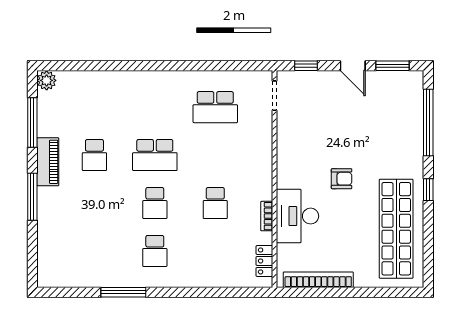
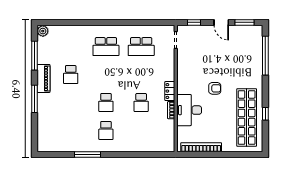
school desk: (155, 155) -> (106, 47), moved
window: (428, 190) -> (265, 114), moved
locker: (264, 261) -> (170, 91), moved

